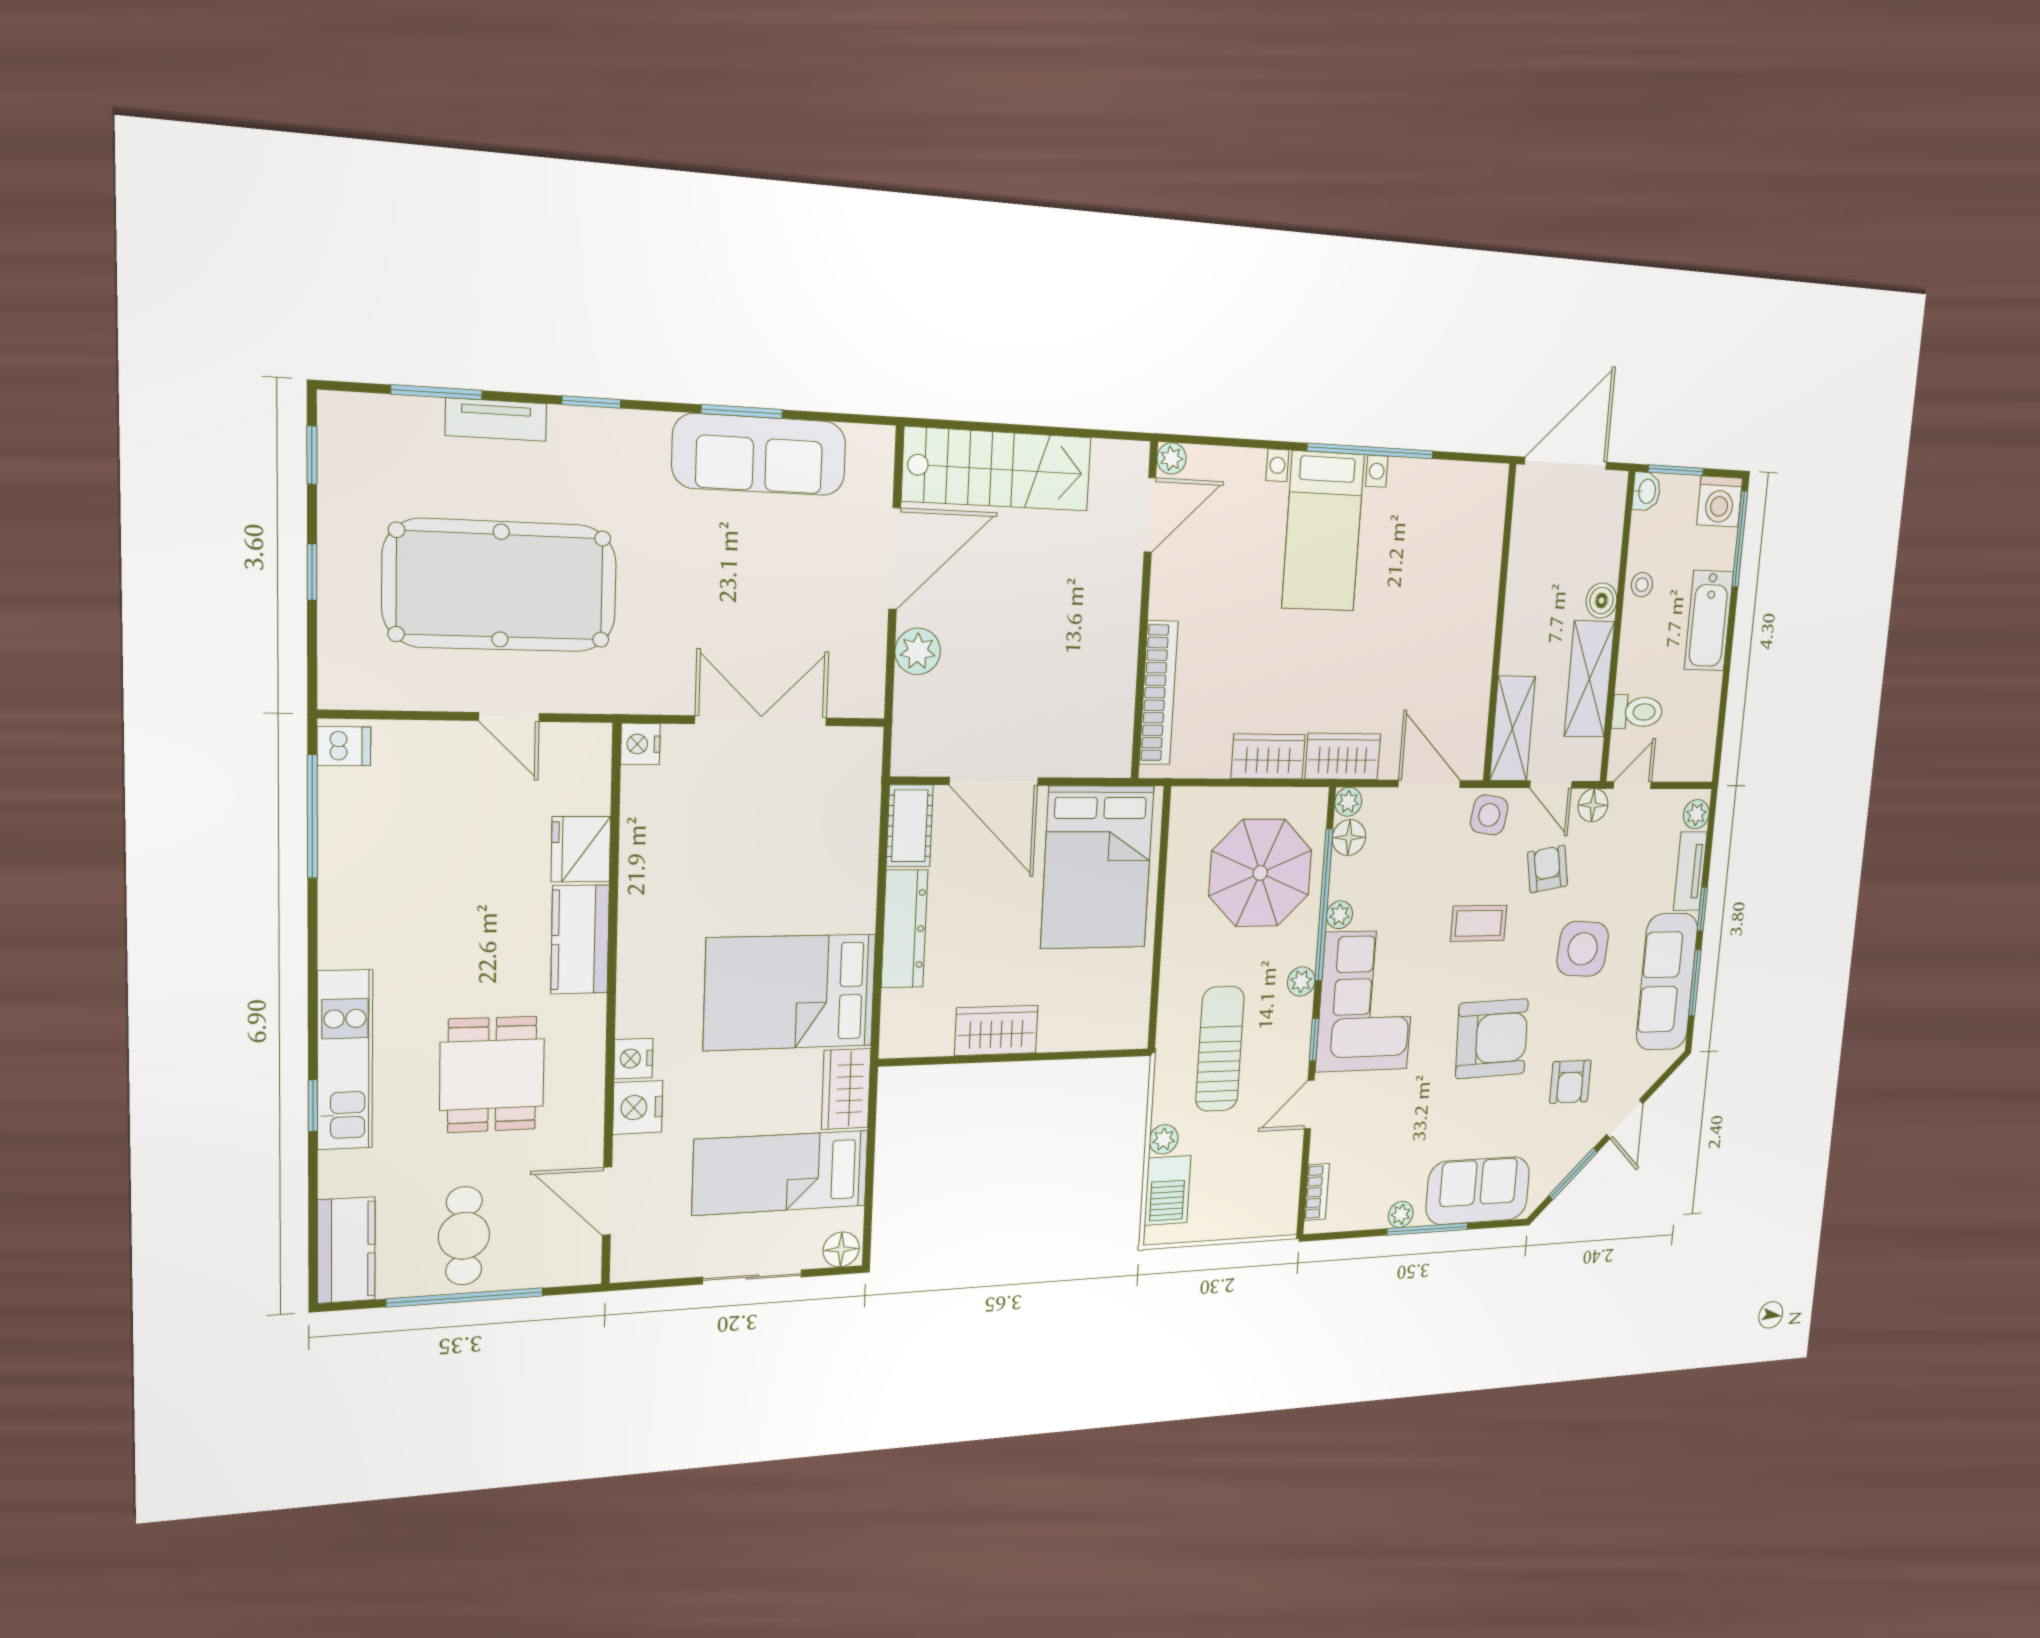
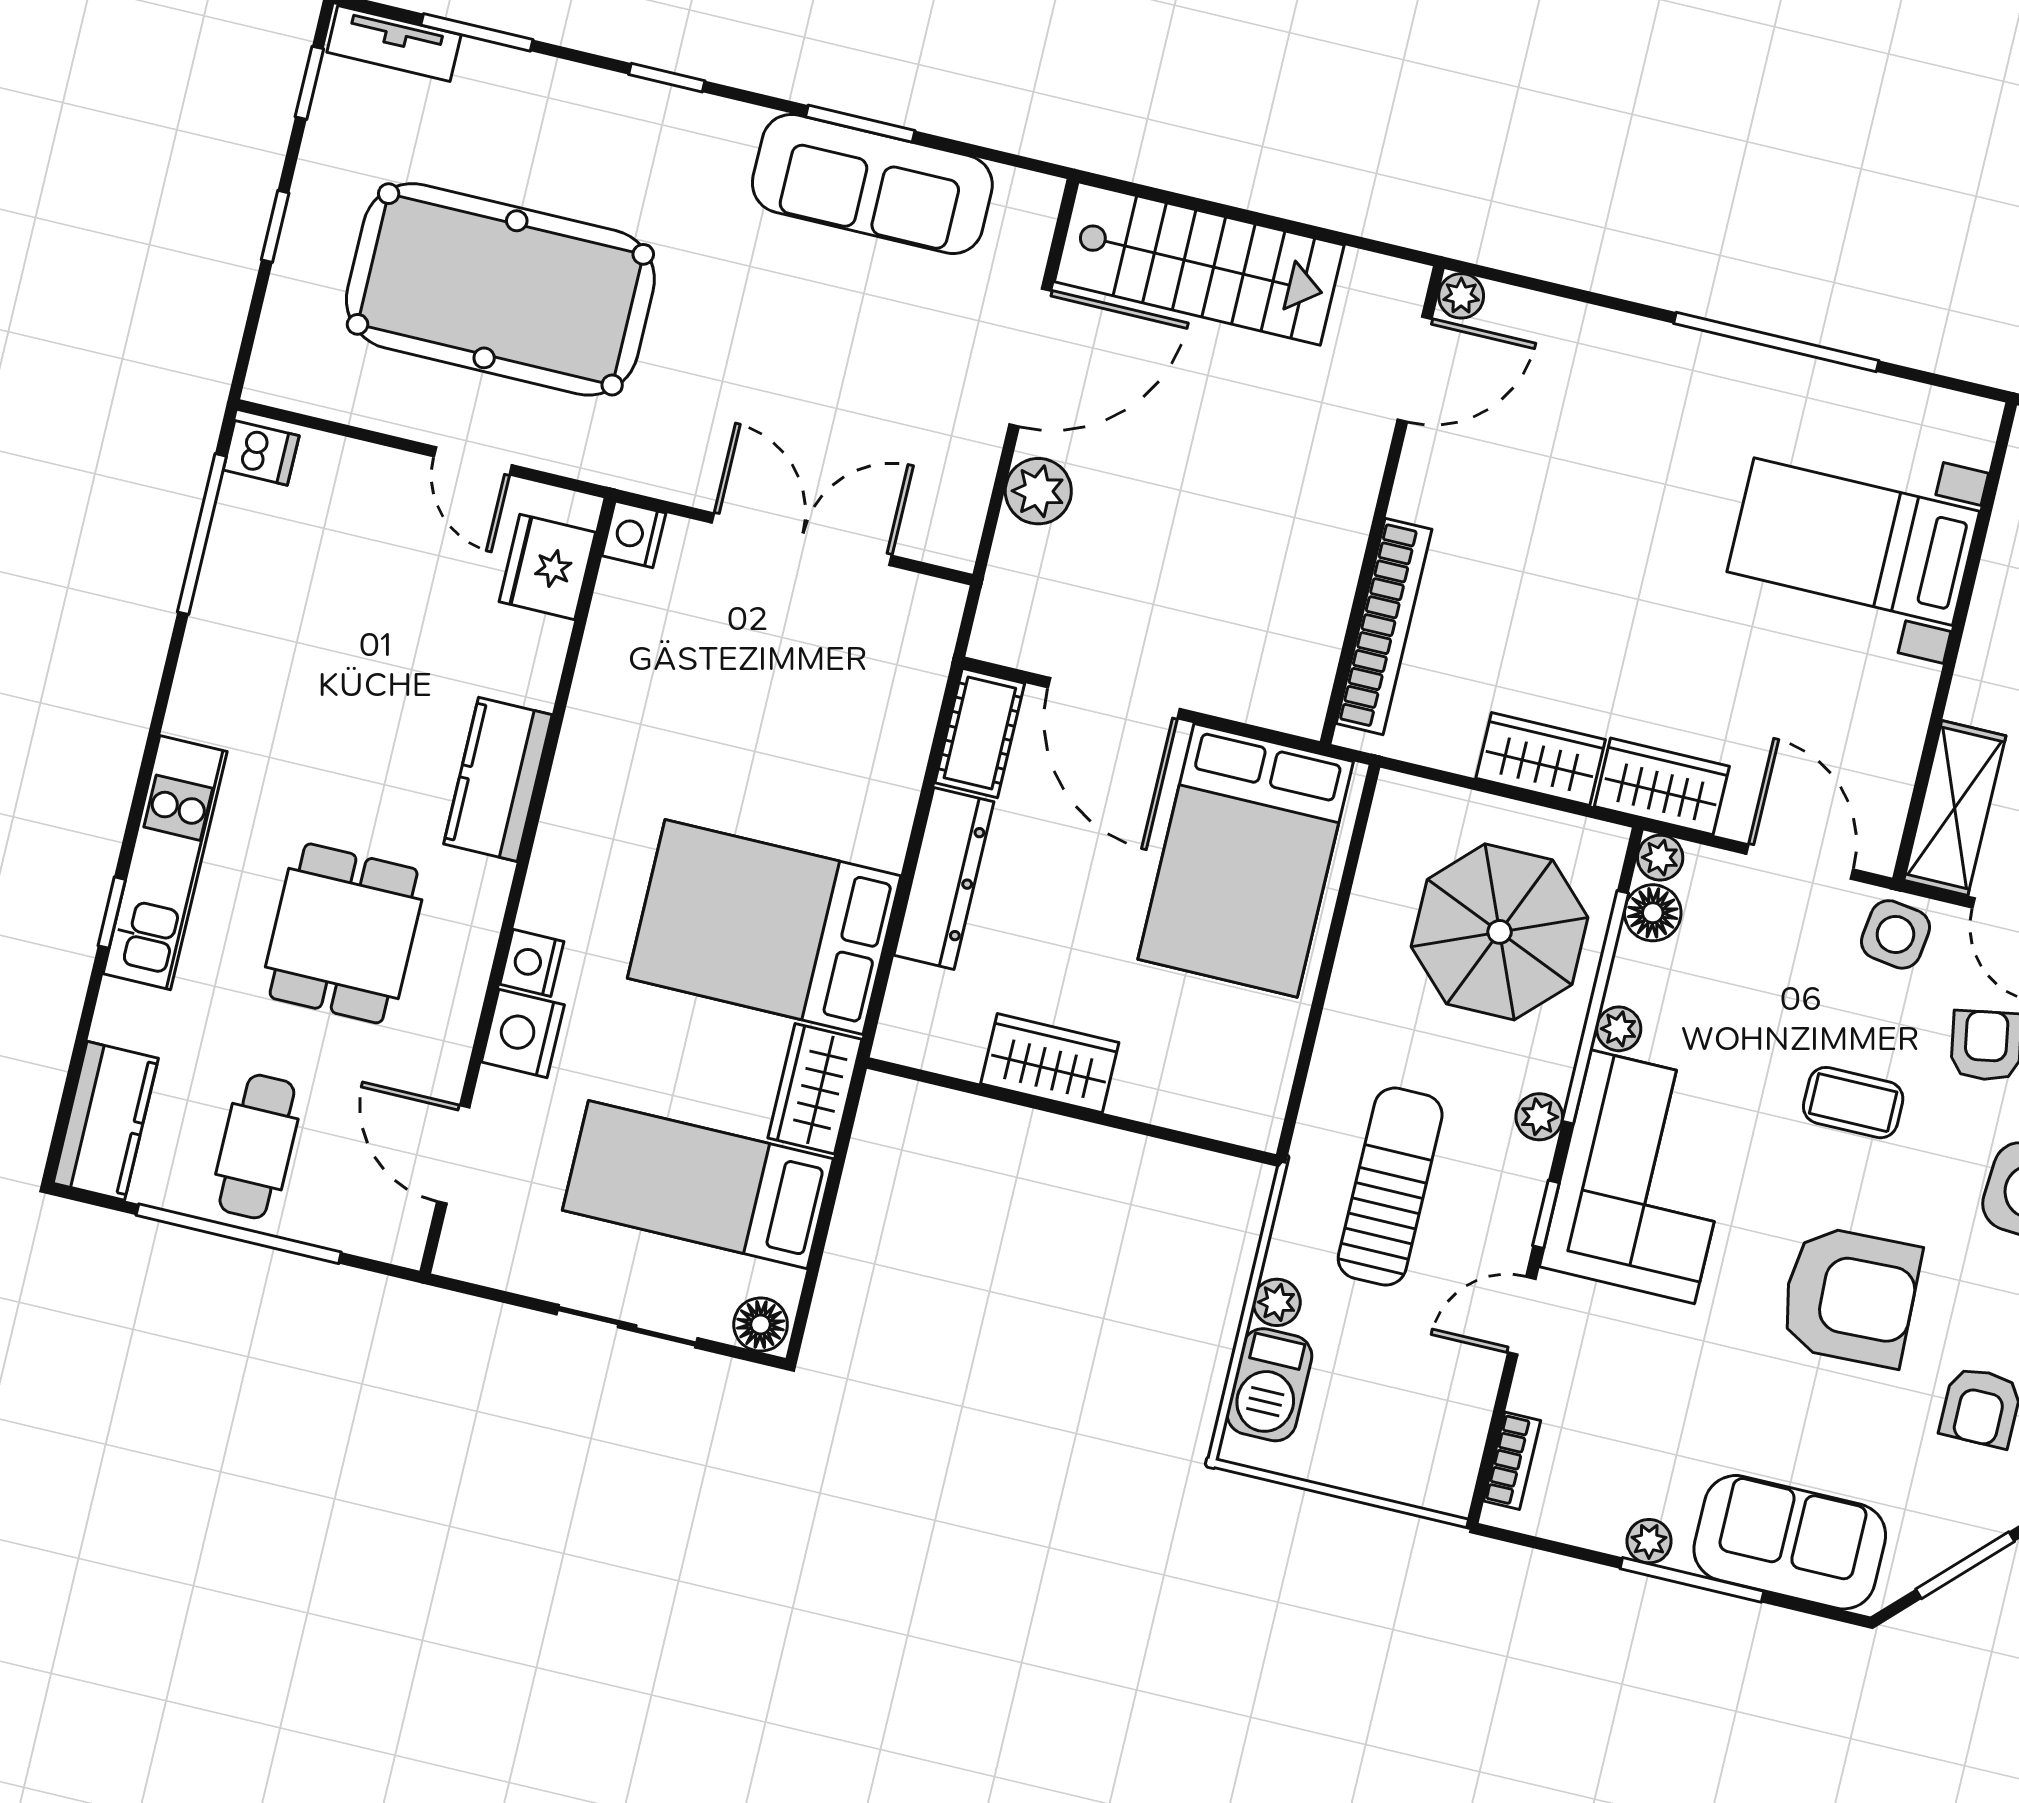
tv unit: (496, 420) -> (394, 43), moved
bed with nightstands: (1323, 531) -> (1853, 542), moved, turned 90
fridge: (581, 849) -> (547, 567), moved

